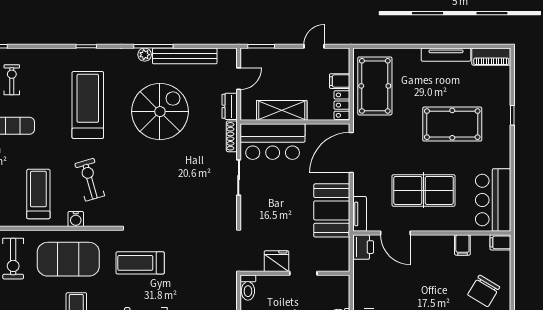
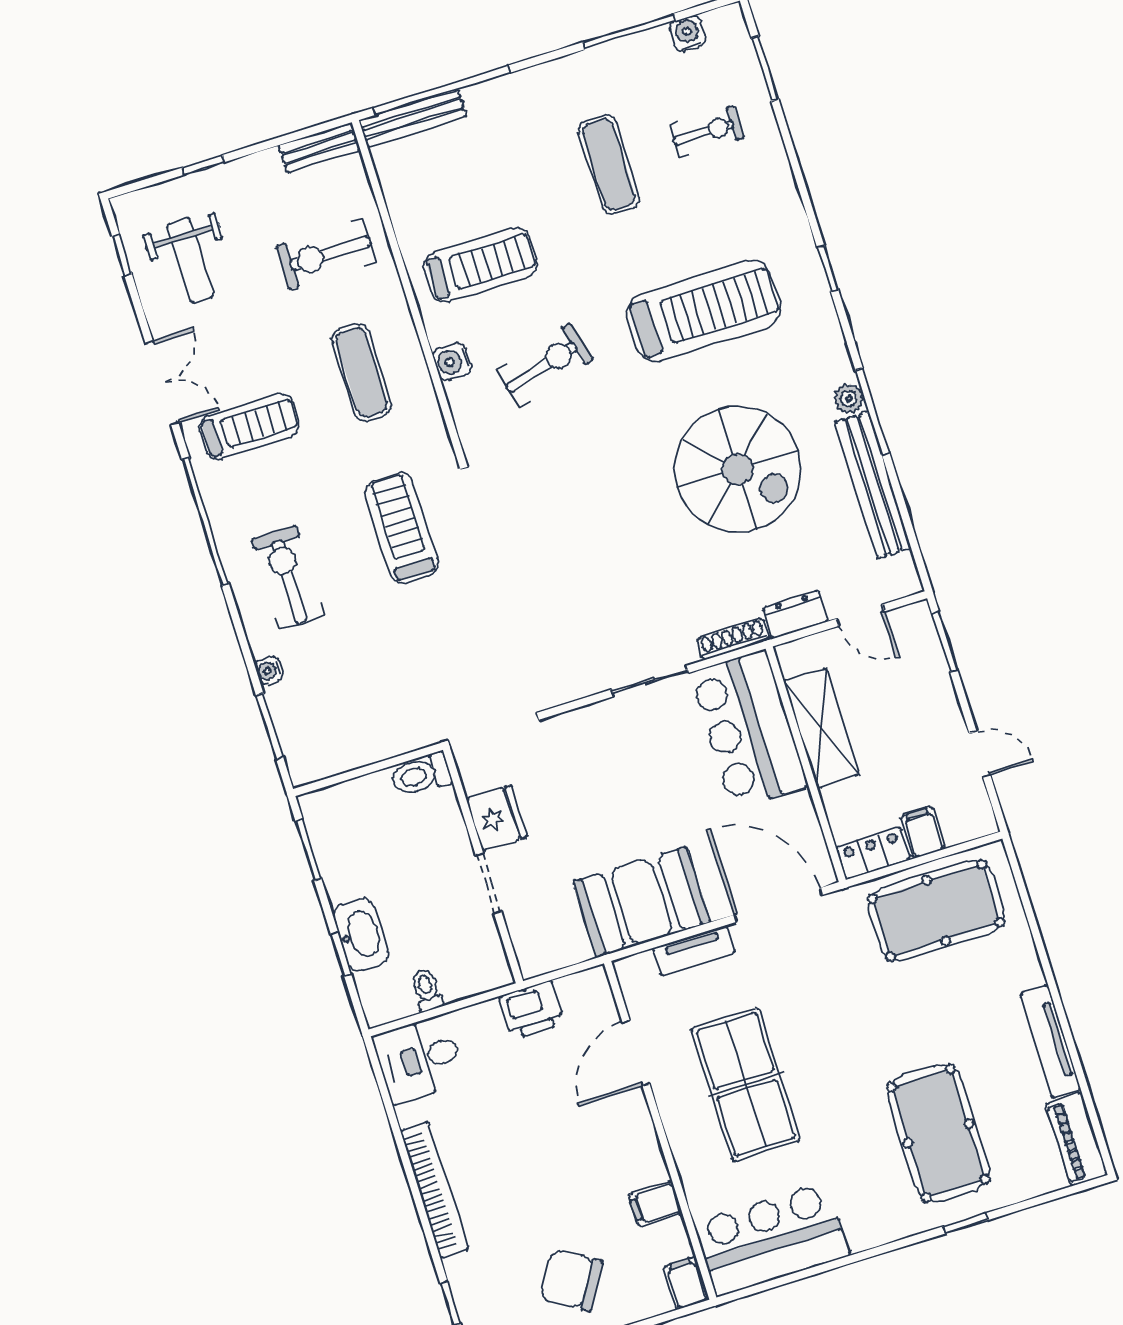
pool table: (452, 124) -> (938, 1133), moved
tv unit: (360, 214) -> (694, 951), moved
printer: (363, 247) -> (532, 1010), moved
exercise mat: (68, 259) -> (361, 372), width x0.50, depth x0.69

